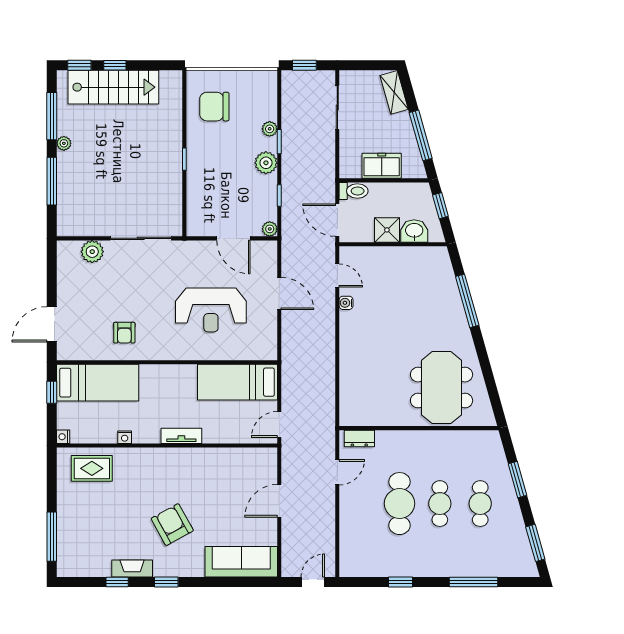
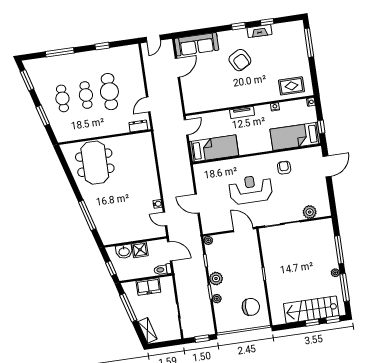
door: (233, 238) -> (243, 230), moved
reception desk: (211, 310) -> (251, 189), moved
door: (279, 501) -> (177, 68), moved

